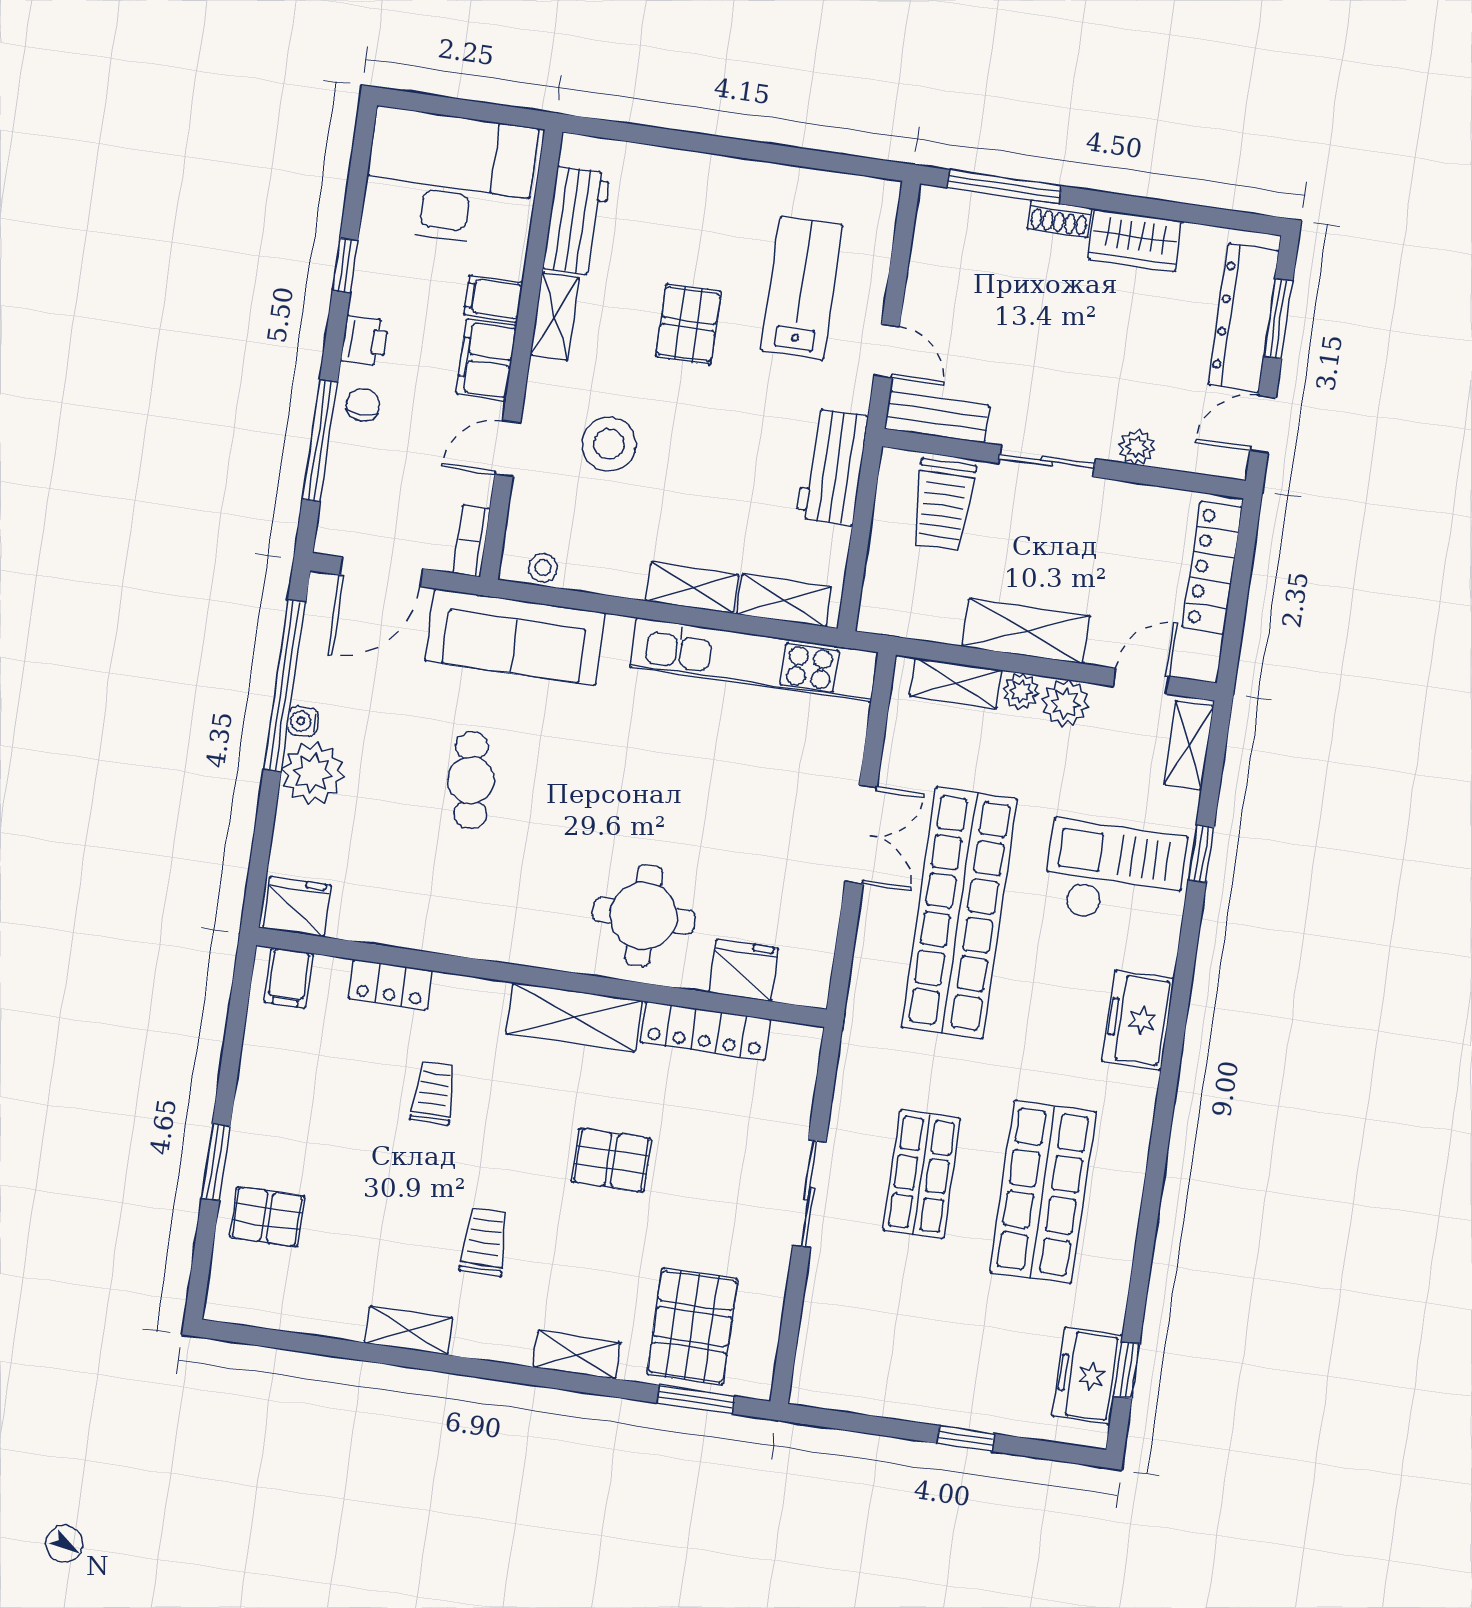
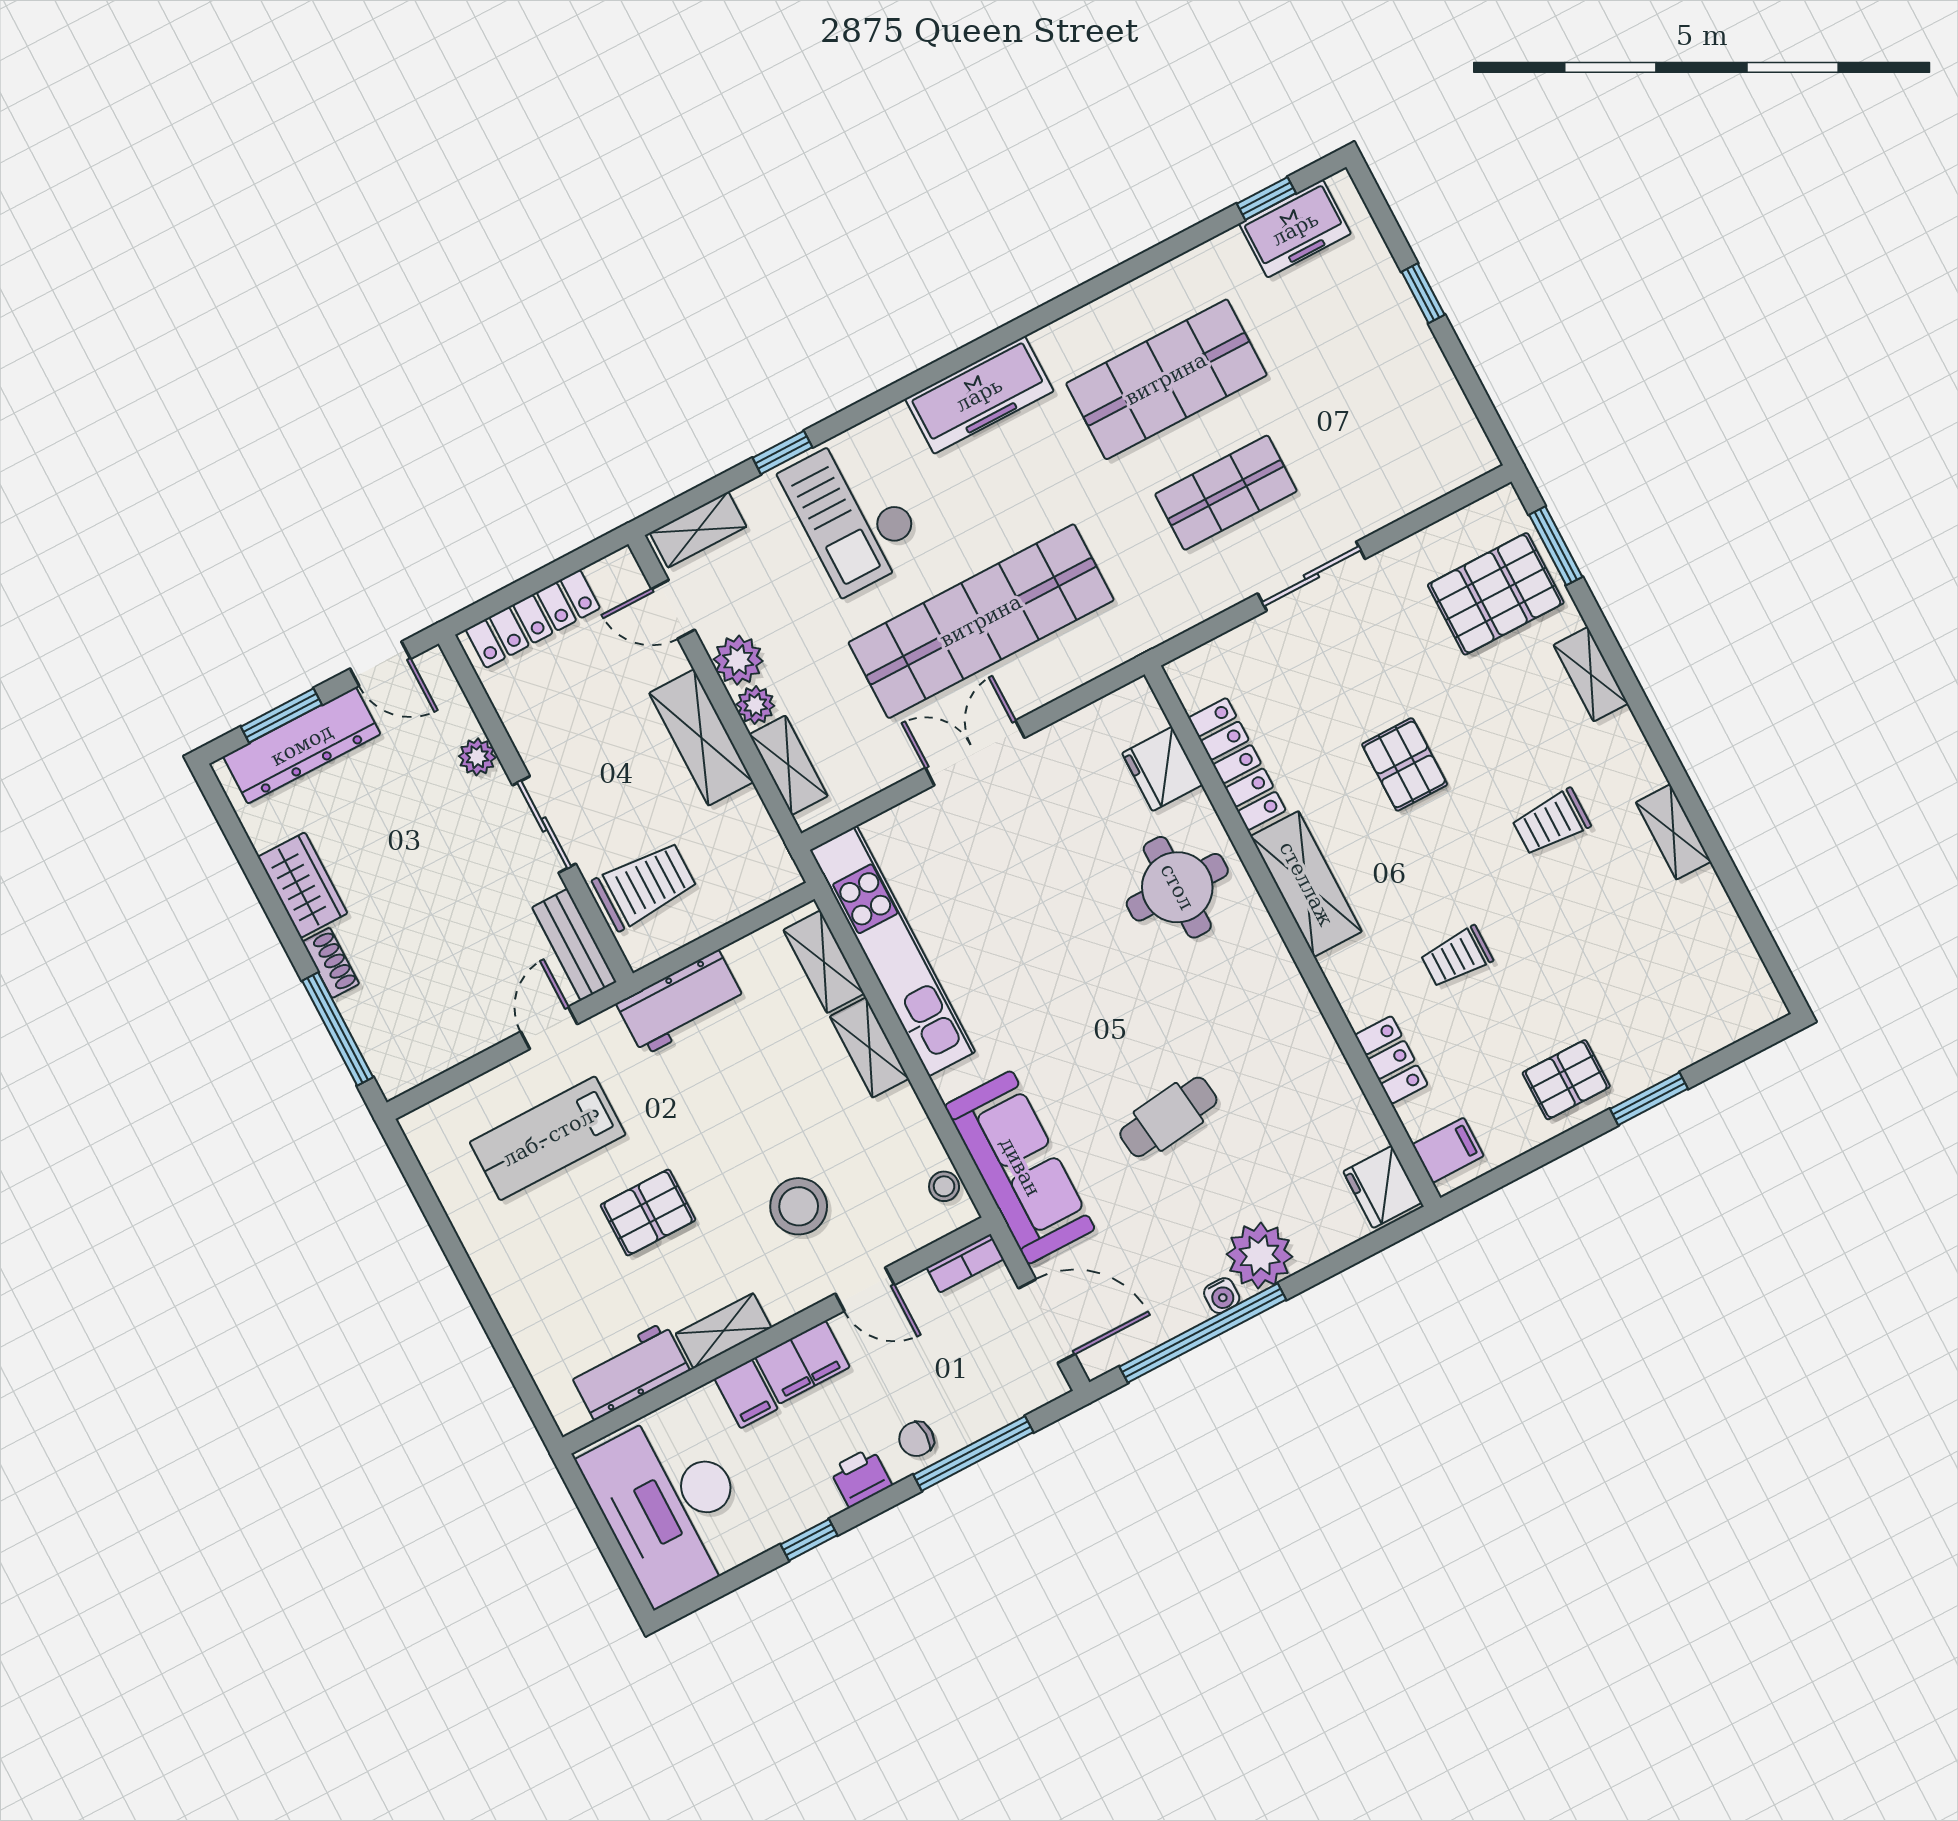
freezer: (1138, 1020) -> (979, 395), width x1.40
pallet: (267, 1217) -> (1566, 1080), moved, turned 90

